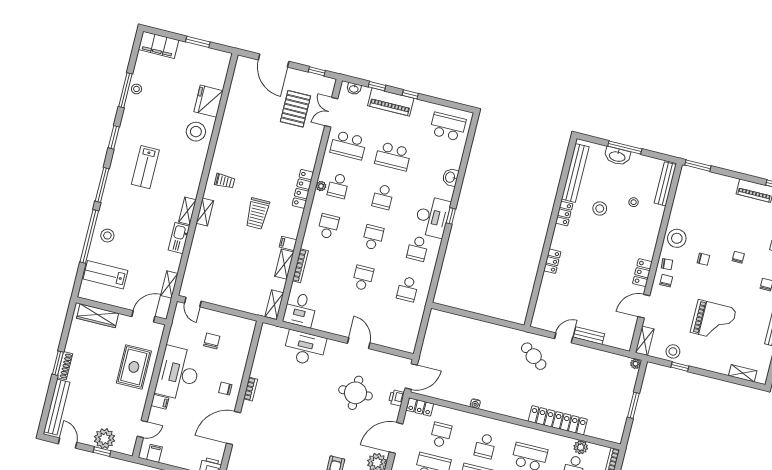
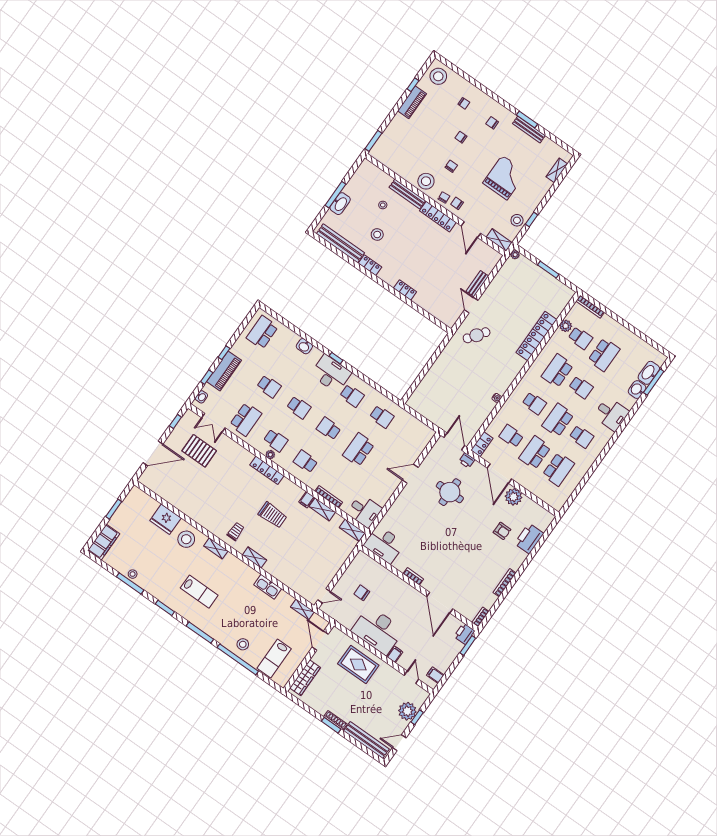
school desk: (393, 156) -> (269, 386), width x0.54
bench: (665, 184) -> (407, 194), moved
shelving: (187, 211) -> (216, 548), moved
locker: (642, 273) -> (438, 217), width x1.53
school desk: (363, 278) -> (359, 450), width x1.85
desk: (305, 348) -> (384, 544), moved, turned -90
chair: (225, 389) -> (405, 597), removed

